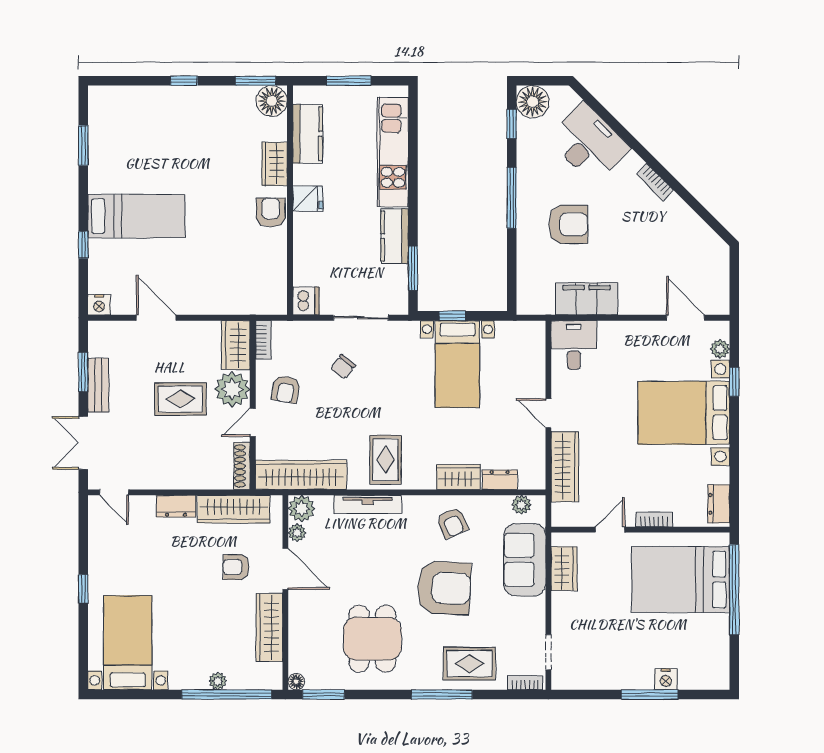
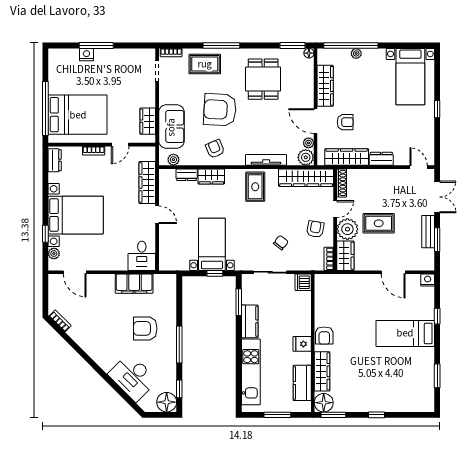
wardrobe: (275, 164) -> (322, 371), width x1.50
bookcase: (655, 182) -> (60, 321), moved

